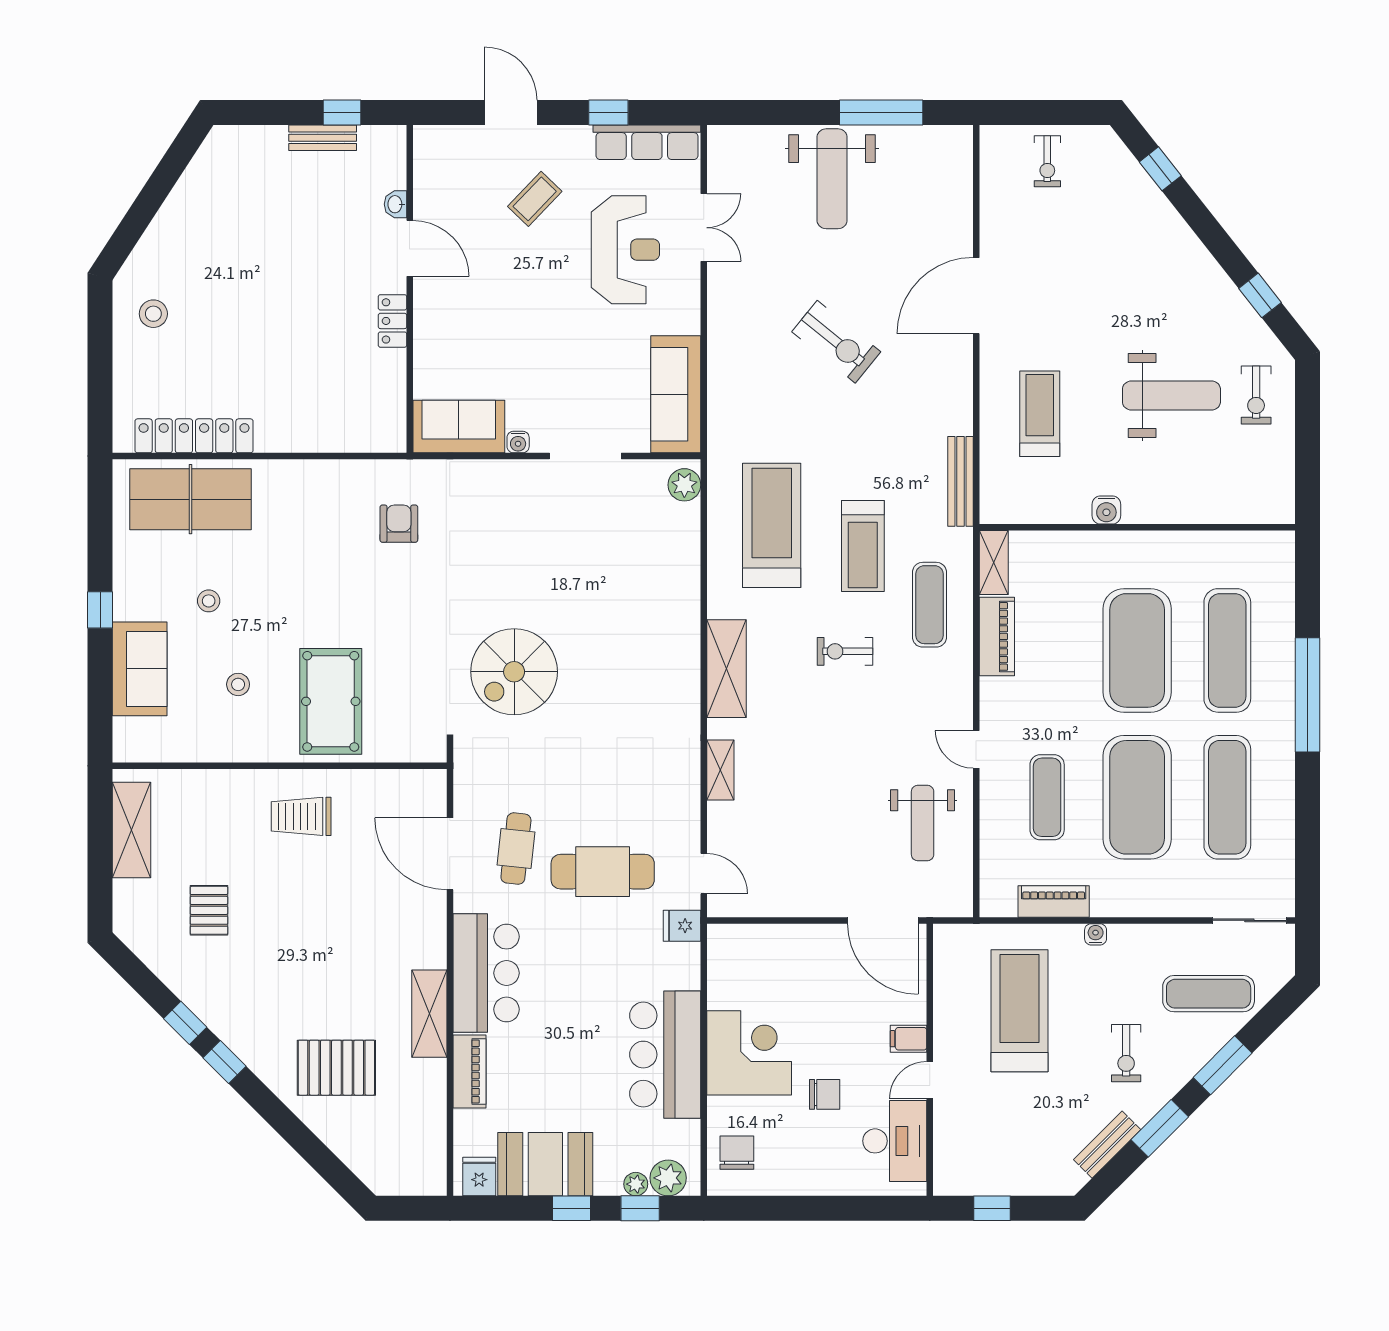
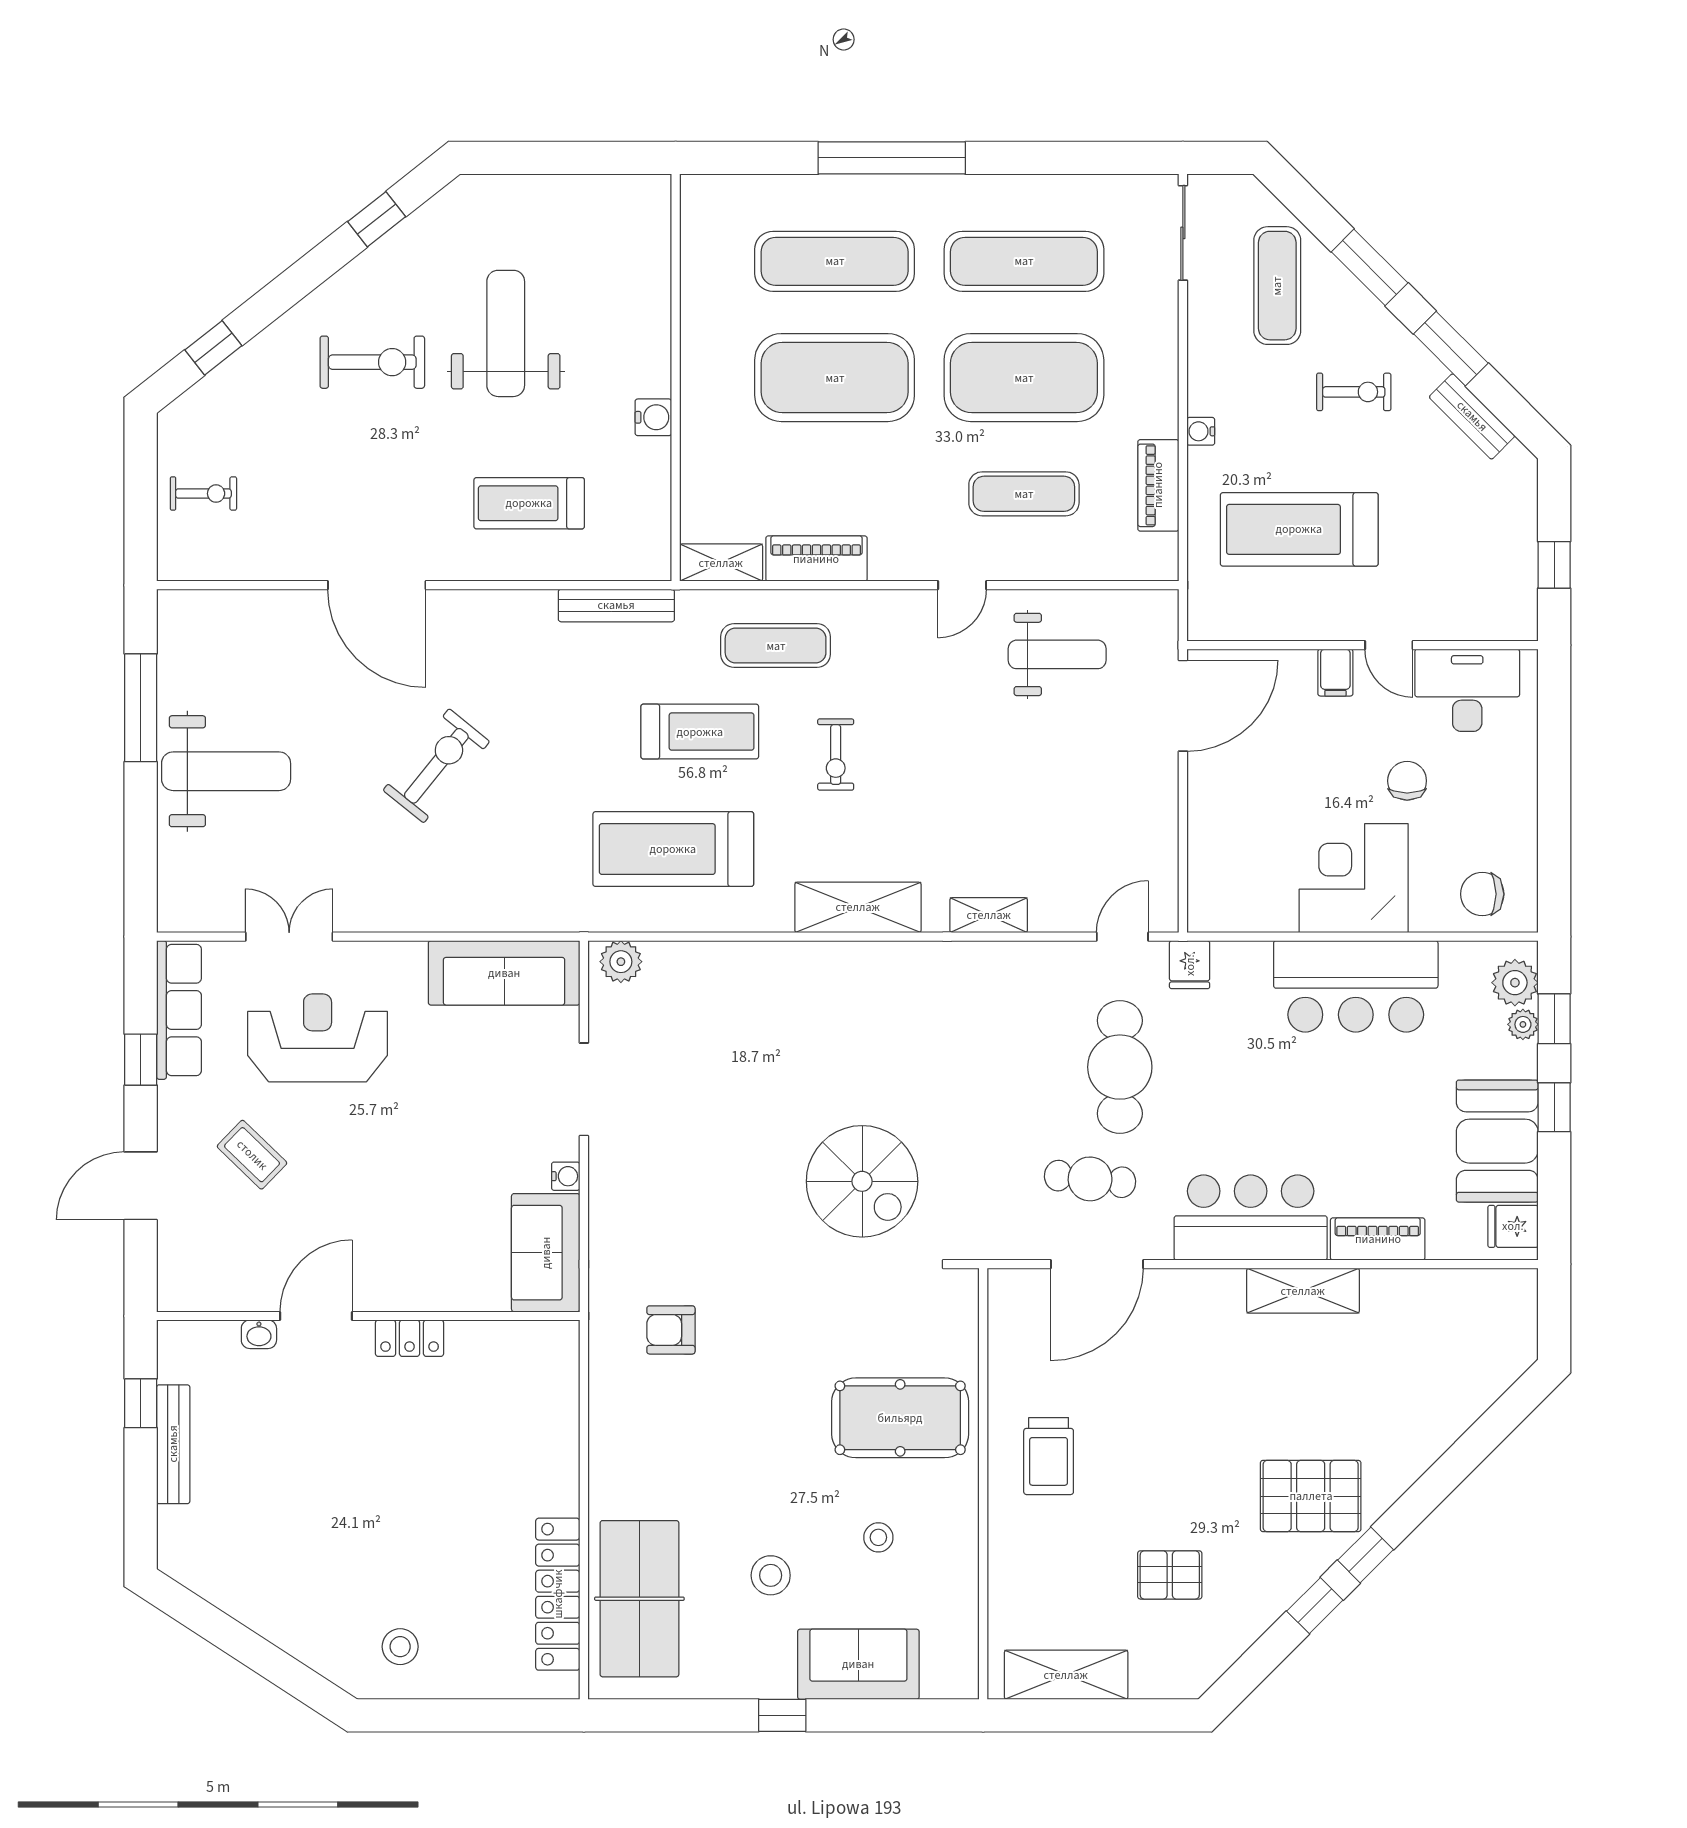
bench: (323, 138) -> (173, 1444), width x1.36
exercise bike: (1256, 395) -> (372, 362), moved, width x1.38, depth x1.39
stool: (209, 601) -> (771, 1575), width x1.37, depth x1.37
pallet: (336, 1068) -> (1311, 1496), moved, turned 90

